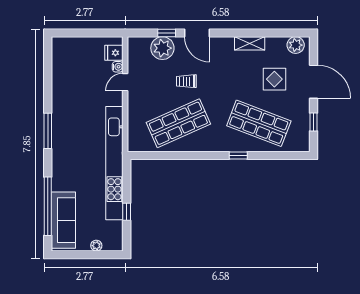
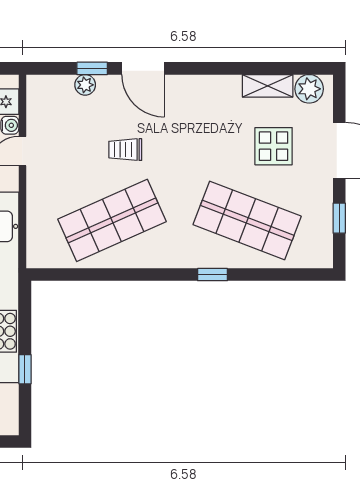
shelving: (250, 43) -> (268, 86), moved
plant: (162, 48) -> (85, 85), width x0.53, depth x0.53

